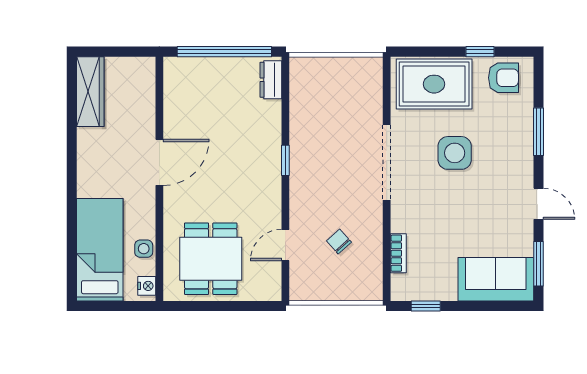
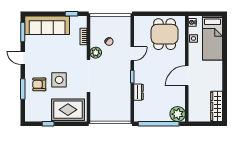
plant: (181, 74) -> (178, 114), added
armchair: (503, 78) -> (39, 84), moved
dresser: (271, 80) -> (139, 92), moved
plant: (370, 216) -> (96, 53), added
door: (285, 245) -> (132, 54), moved
sofa: (496, 279) -> (47, 25), width x1.36

